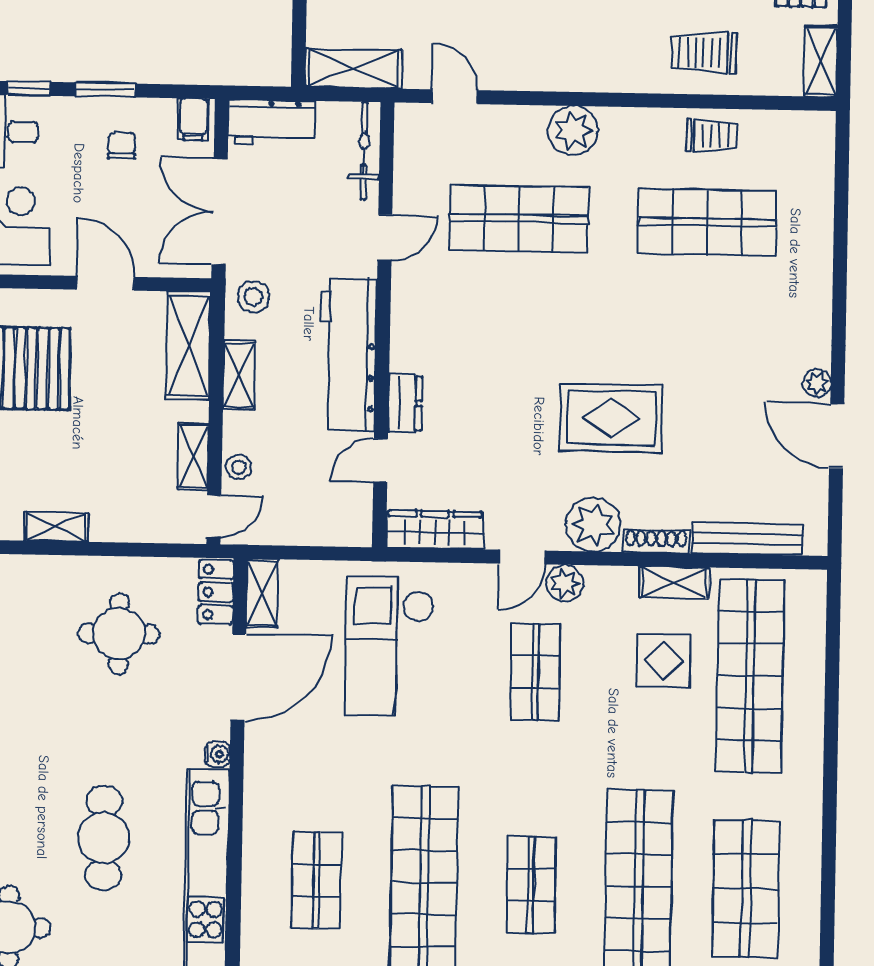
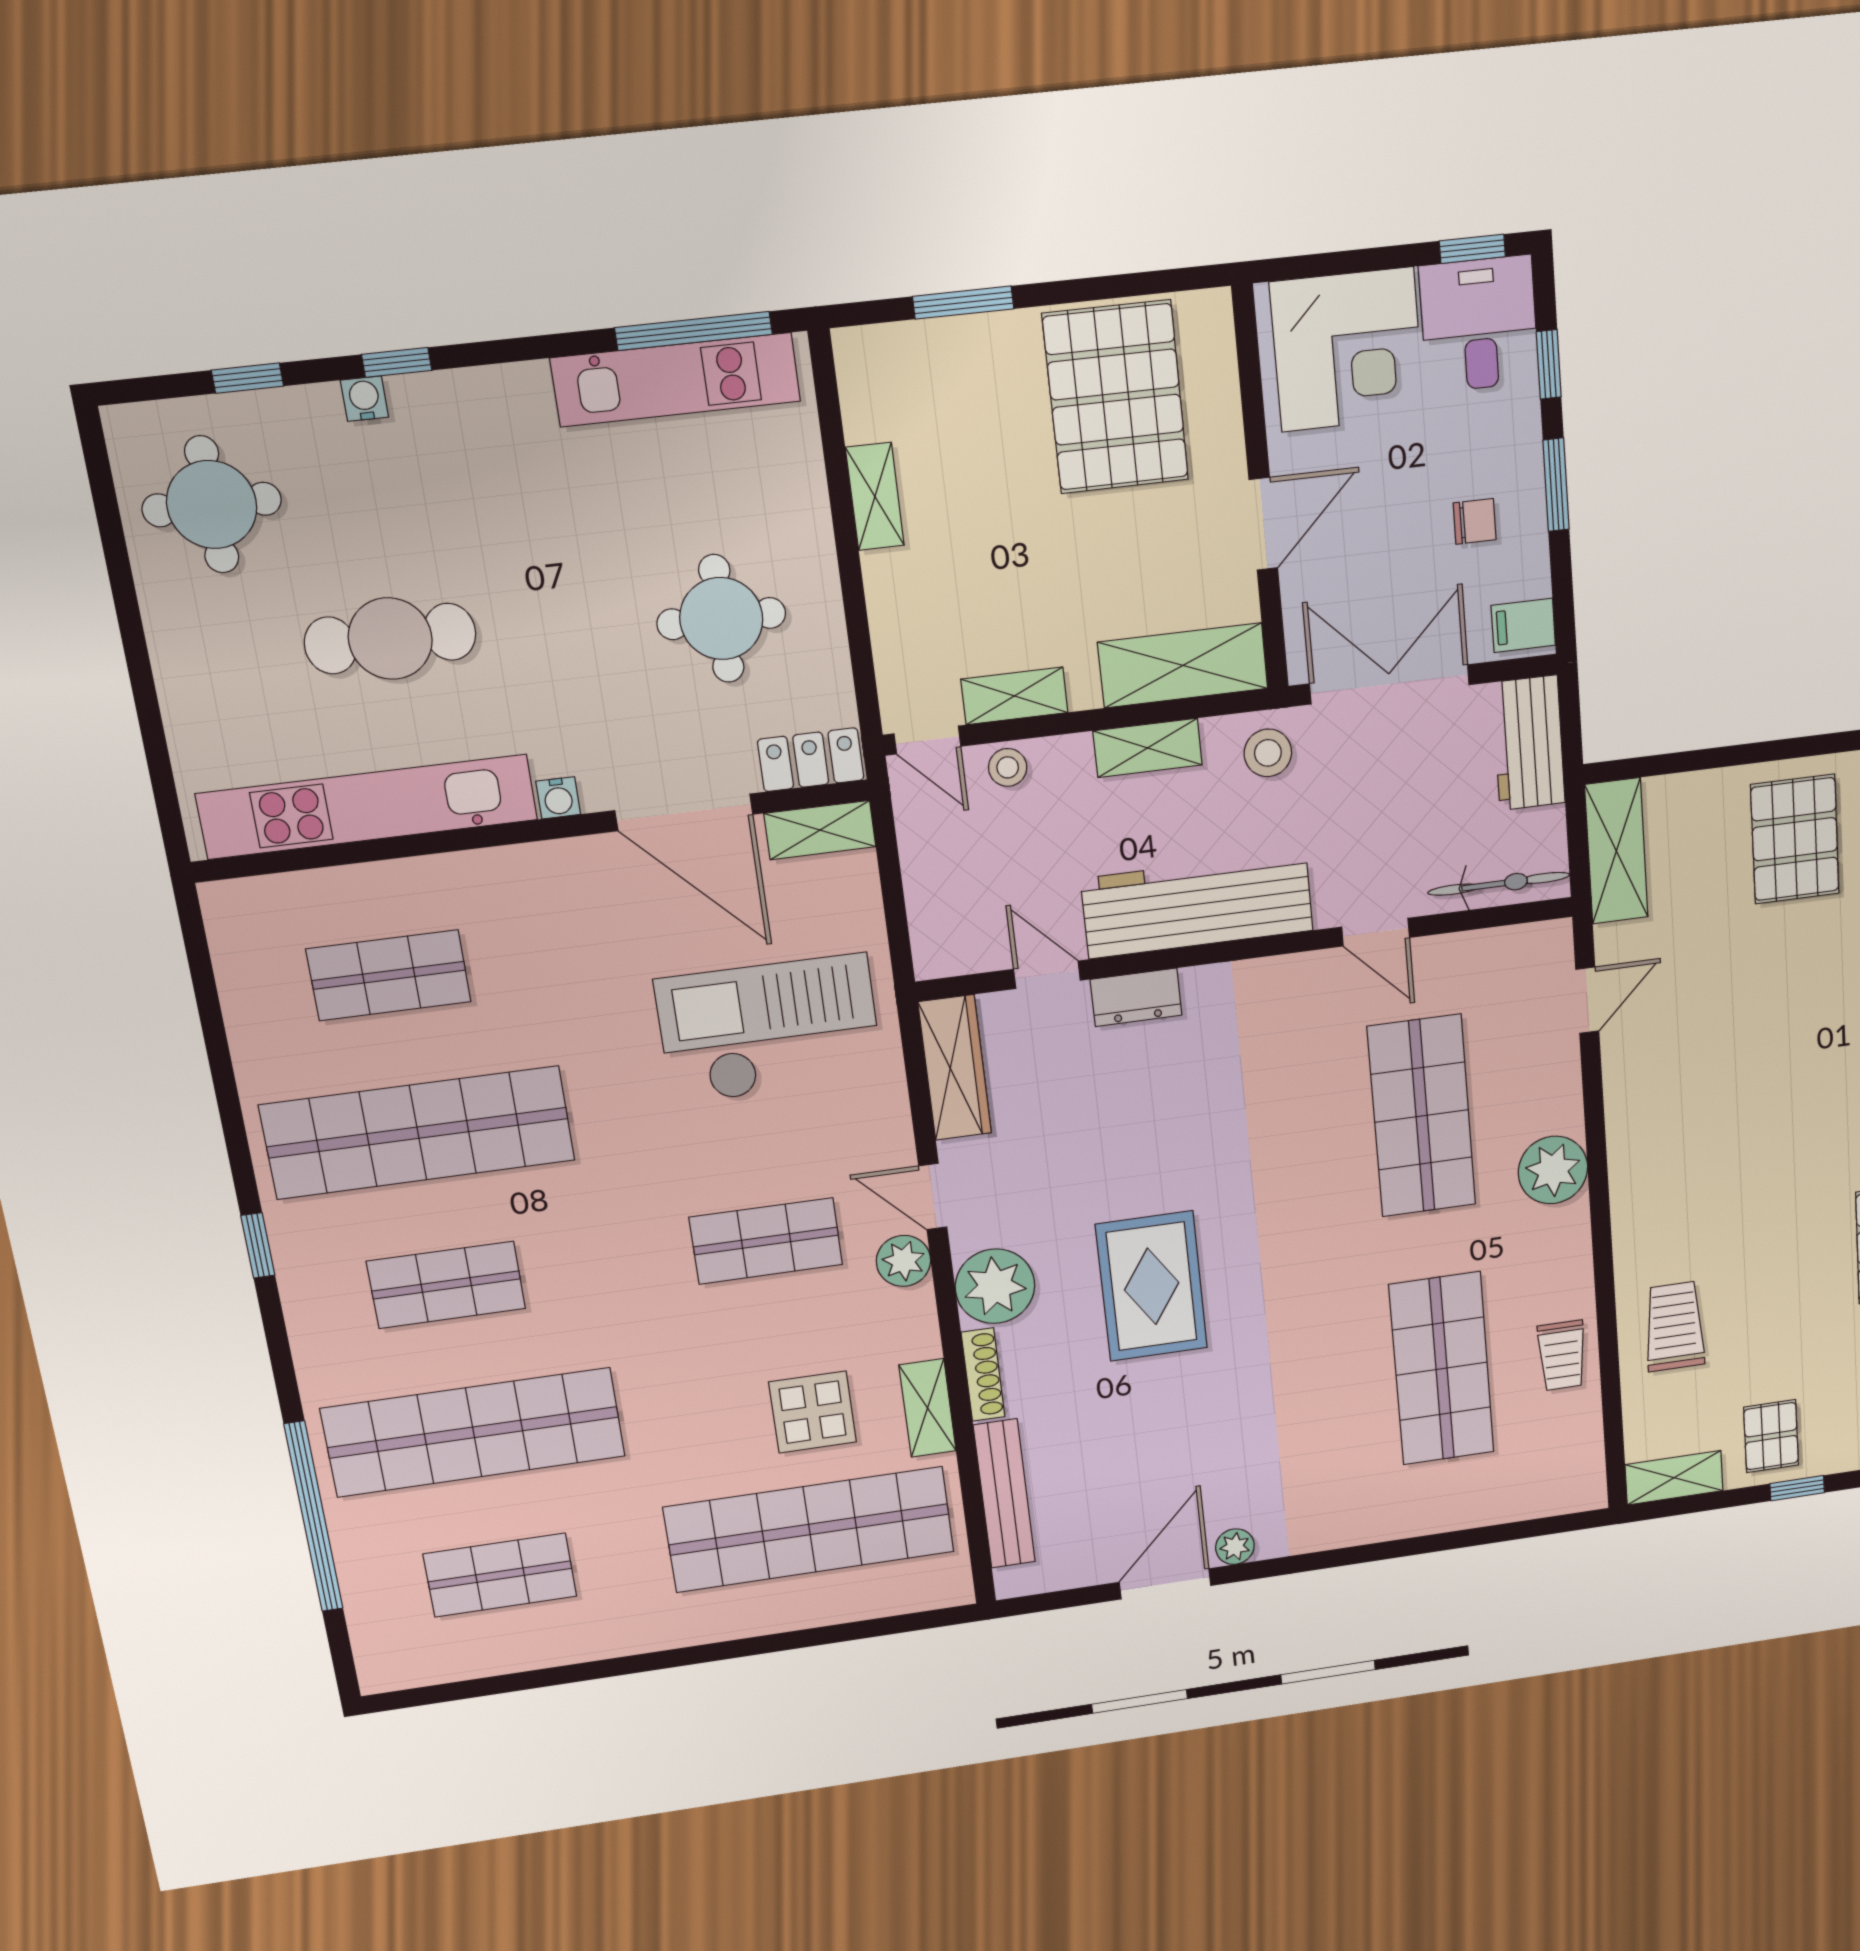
shop shelf: (746, 889) -> (500, 1575), width x0.70, depth x0.74

